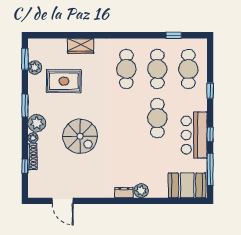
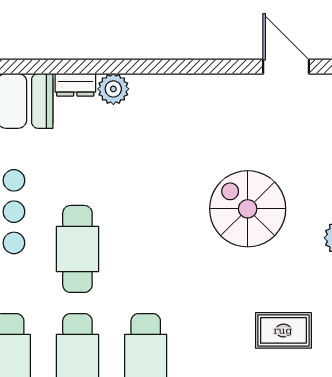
rug: (64, 81) -> (283, 330), width x0.73, depth x0.70
dresser: (124, 193) -> (75, 85), moved

